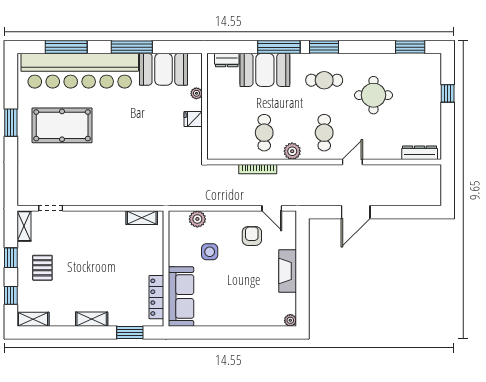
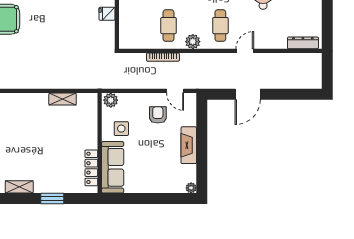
wall: (166, 268) -> (100, 143), moved
sofa: (181, 296) -> (113, 167), moved
locker: (156, 297) -> (91, 168), moved

